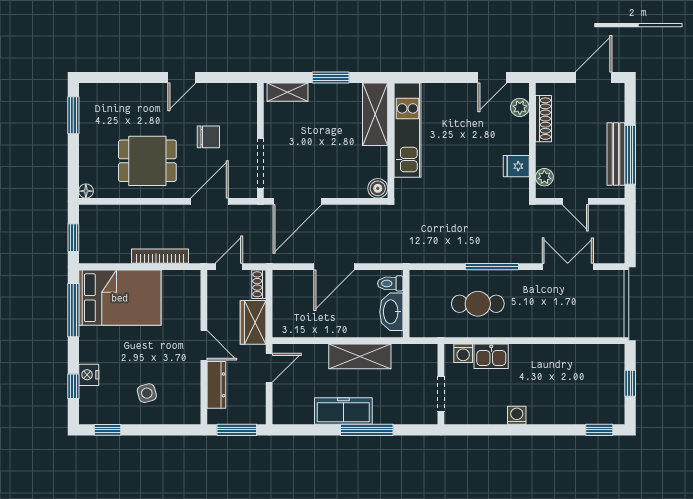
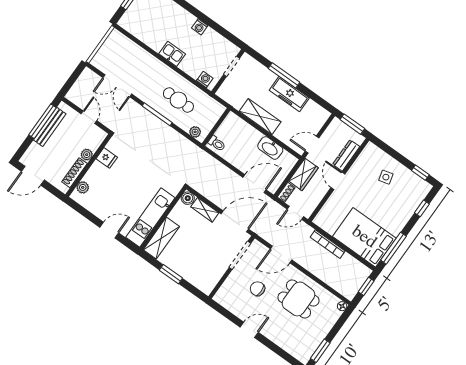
door: (492, 77) -> (109, 230), moved
shelving: (288, 92) -> (205, 210), moved
plant: (544, 177) -> (87, 155), moved
door: (334, 267) -> (254, 184), moved
plant: (428, 279) -> (195, 132), added
washbasin: (391, 312) -> (270, 148), moved, turned 90
kitchen sink: (491, 356) -> (172, 54), moved
nightstand: (89, 375) -> (410, 209), removed

